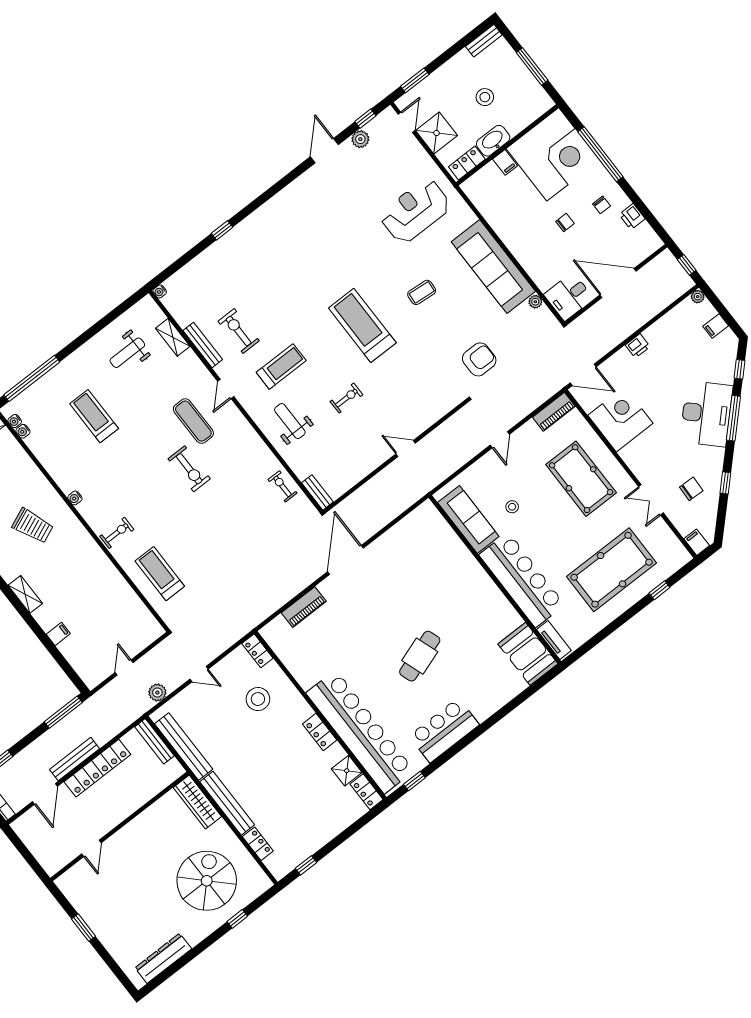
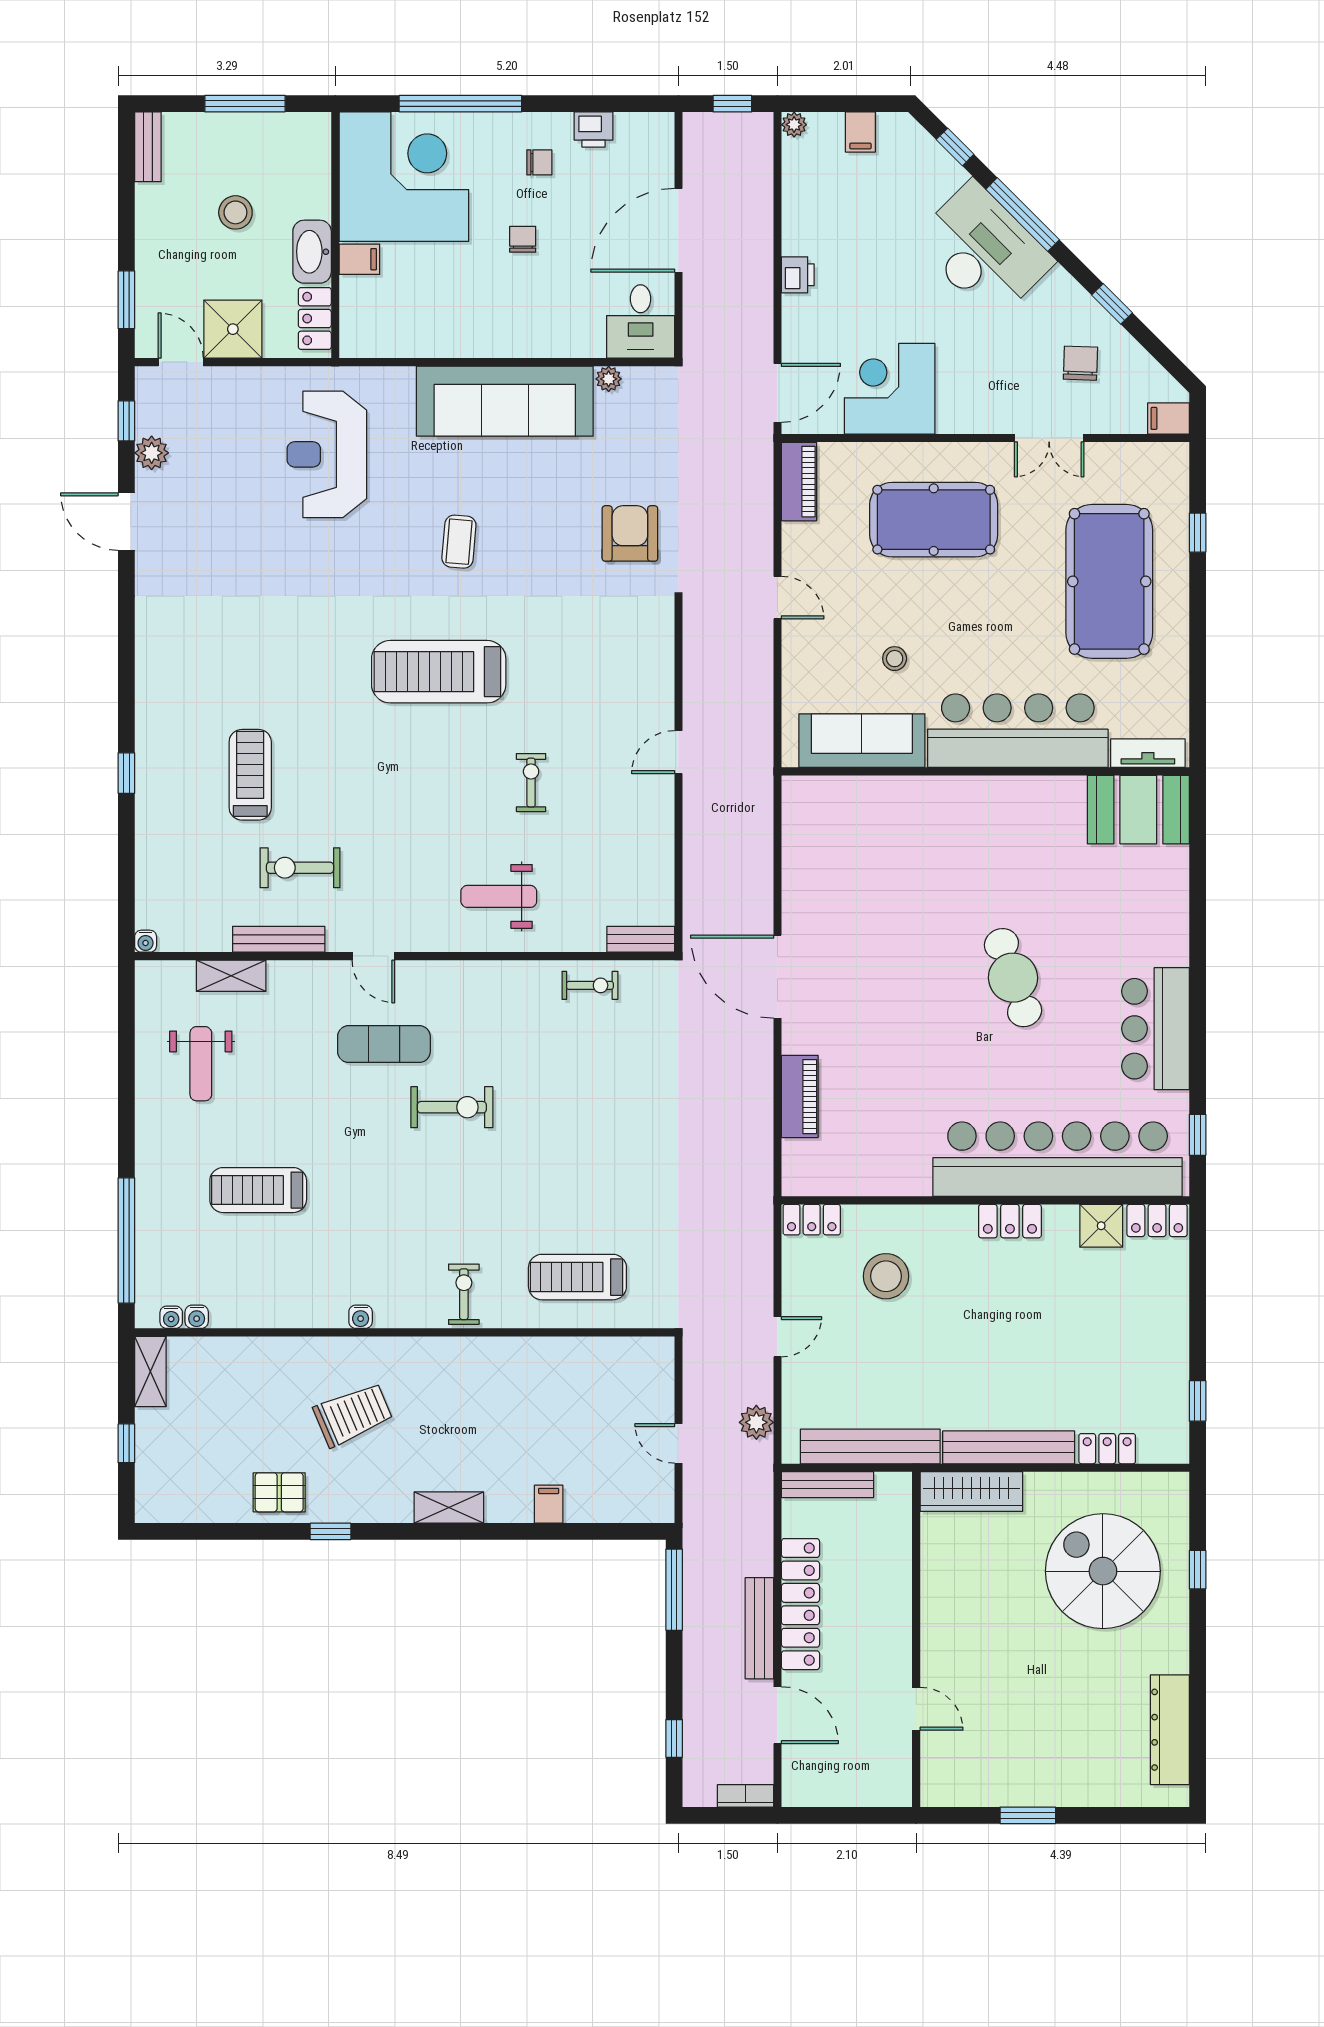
treadmill: (281, 366) -> (250, 775), moved
exercise bike: (283, 486) -> (590, 985), turned 180

